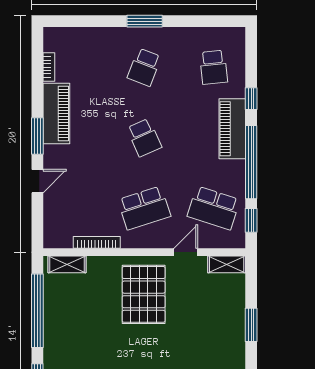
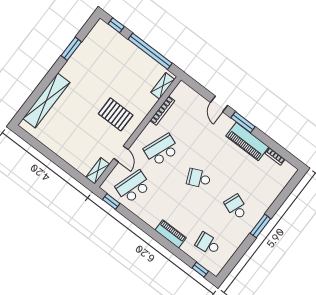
window: (251, 99) -> (200, 270), moved
piano: (232, 129) -> (171, 234), width x0.73, depth x0.75
window: (251, 162) -> (142, 225), removed
school desk: (144, 208) -> (161, 150), turned 39
pallet: (144, 294) -> (116, 114), width x0.73, depth x0.71
window: (251, 325) -> (56, 159), removed

